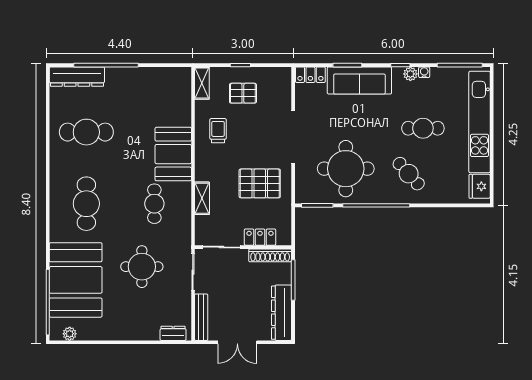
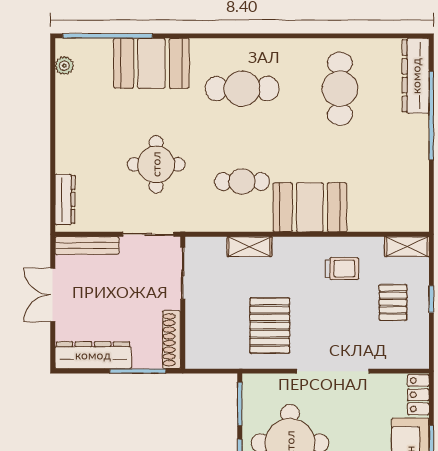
locker: (260, 237) -> (196, 326), removed
booth: (76, 280) -> (151, 63), width x0.73, depth x0.70
dresser: (173, 333) -> (65, 199), width x1.44

